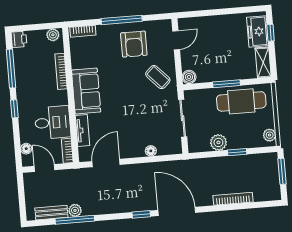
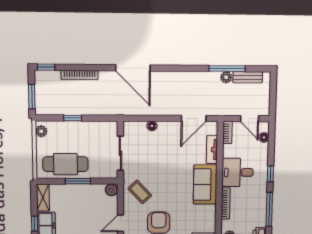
desk: (53, 122) -> (238, 172), moved
plant: (218, 142) -> (89, 128), removed
window: (141, 214) -> (46, 67), moved

